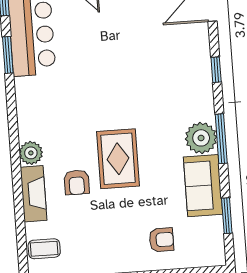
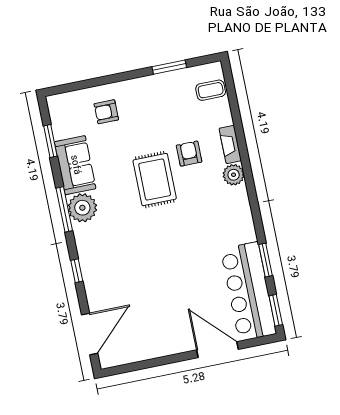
fireplace: (33, 194) -> (230, 144), width x0.73, depth x0.76

